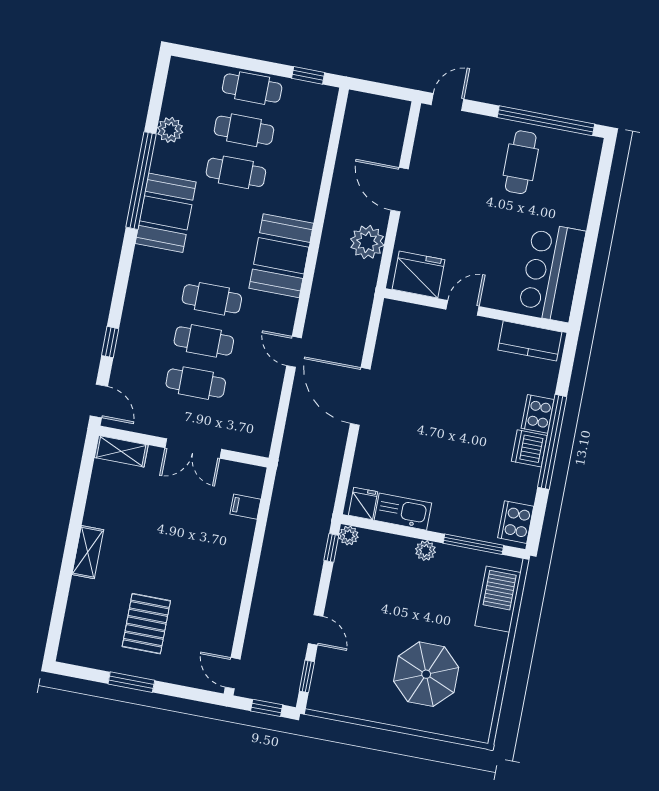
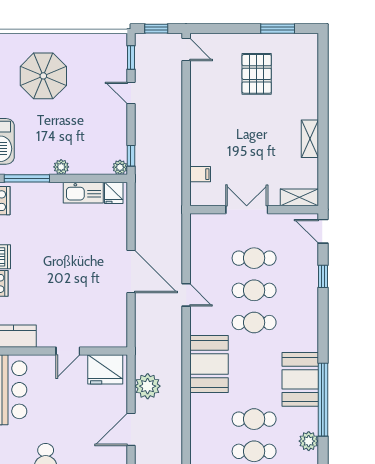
door: (400, 190) -> (131, 429), swing flipped
shelving: (88, 552) -> (310, 139), moved
window: (131, 682) -> (278, 29), moved

